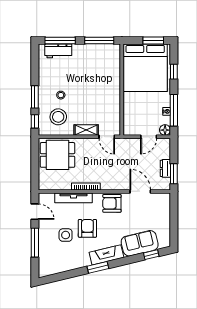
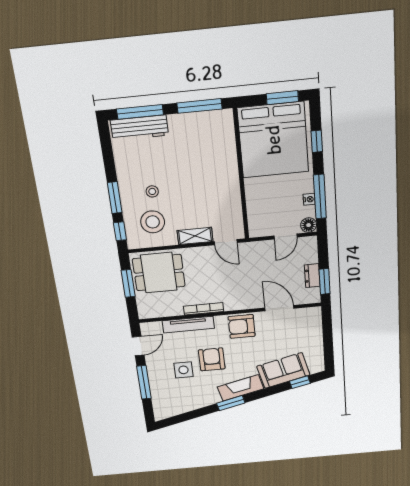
workbench: (58, 51) -> (139, 128), width x1.38
window: (35, 161) -> (128, 283), added
door: (35, 212) -> (138, 346), hinge flipped

